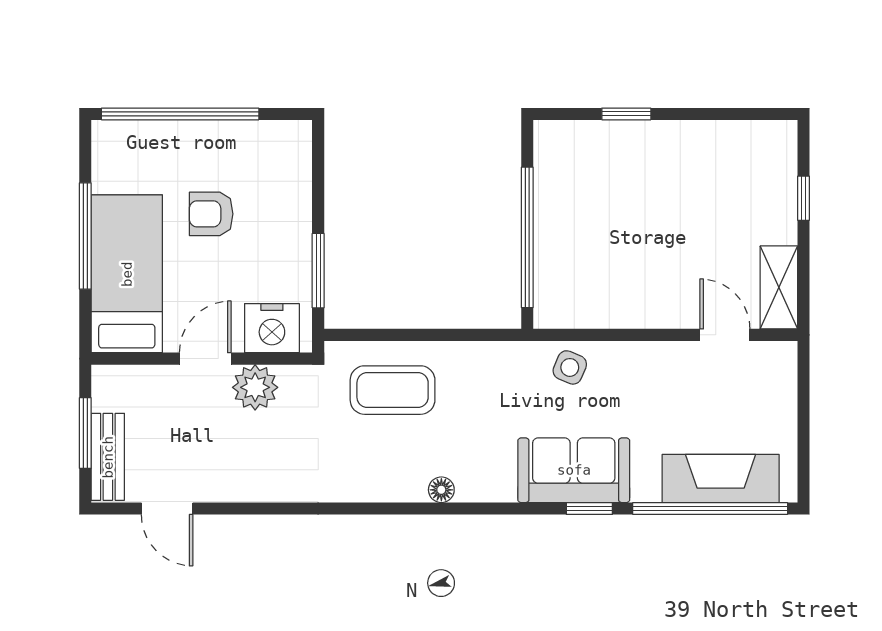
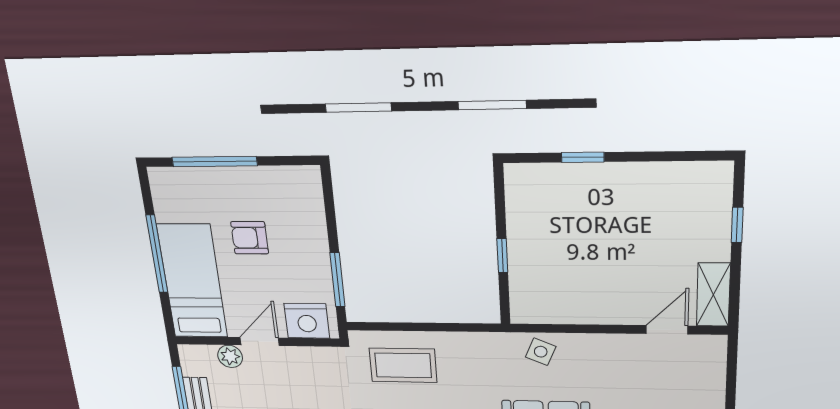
window: (180, 114) -> (215, 161), width x0.68
window: (527, 237) -> (502, 256), width x0.32
door: (725, 335) -> (667, 330), hinge flipped
plant: (255, 387) -> (230, 356), moved, width x0.73, depth x0.73

